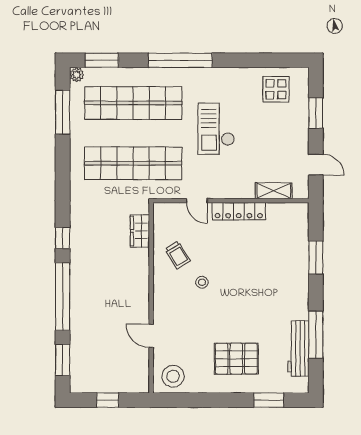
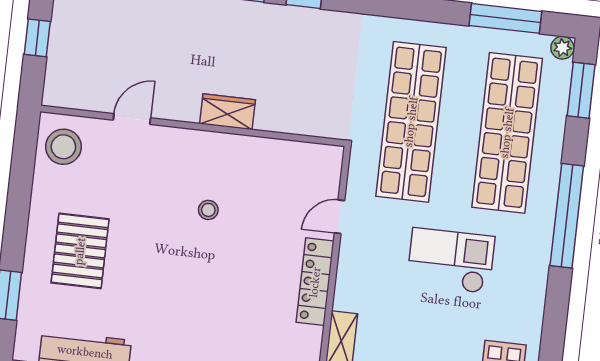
wardrobe: (140, 231) -> (227, 112), moved
trolley: (178, 255) -> (256, 176), removed

